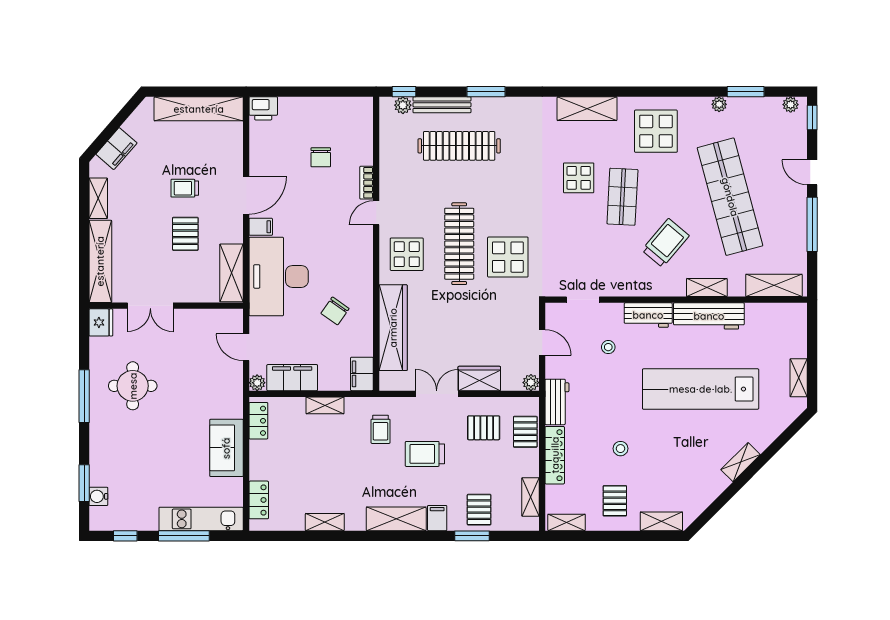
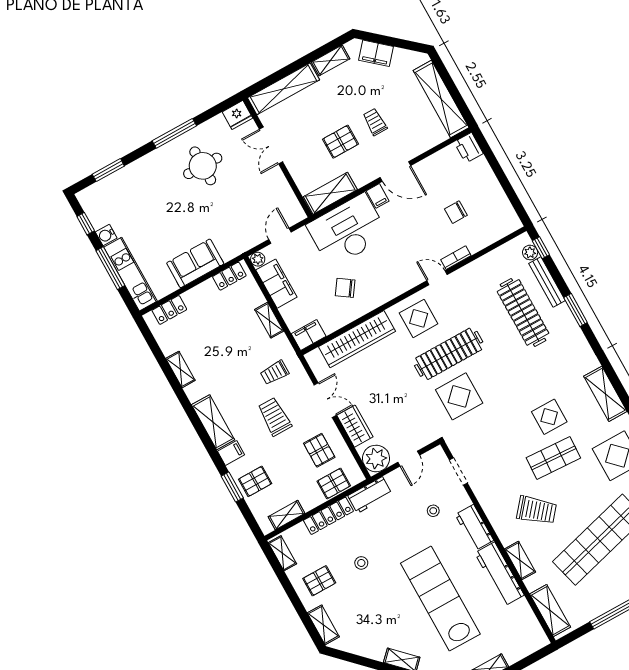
plant: (531, 383) -> (376, 458), width x1.87, depth x1.87
water cooler: (98, 496) -> (106, 235), moved, turned -90

